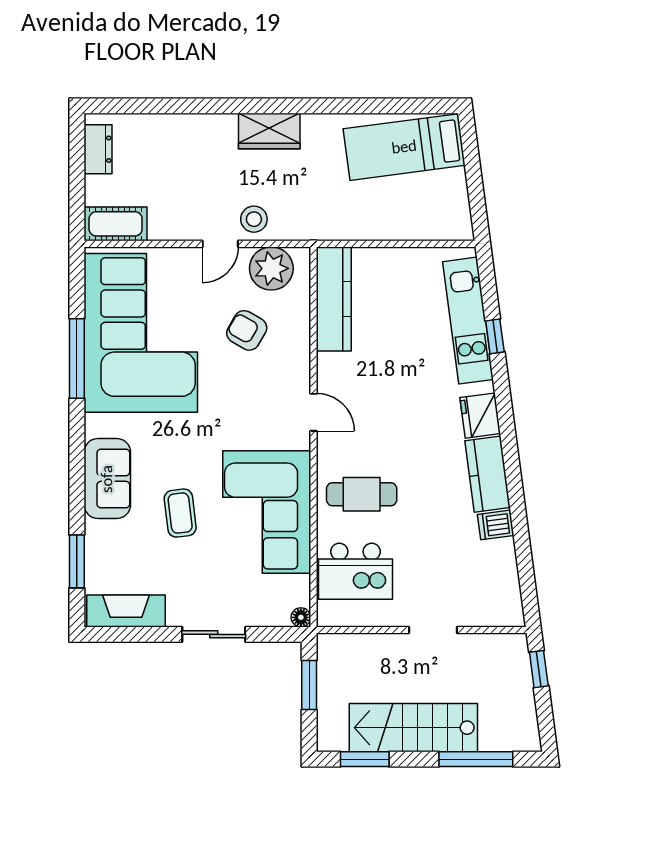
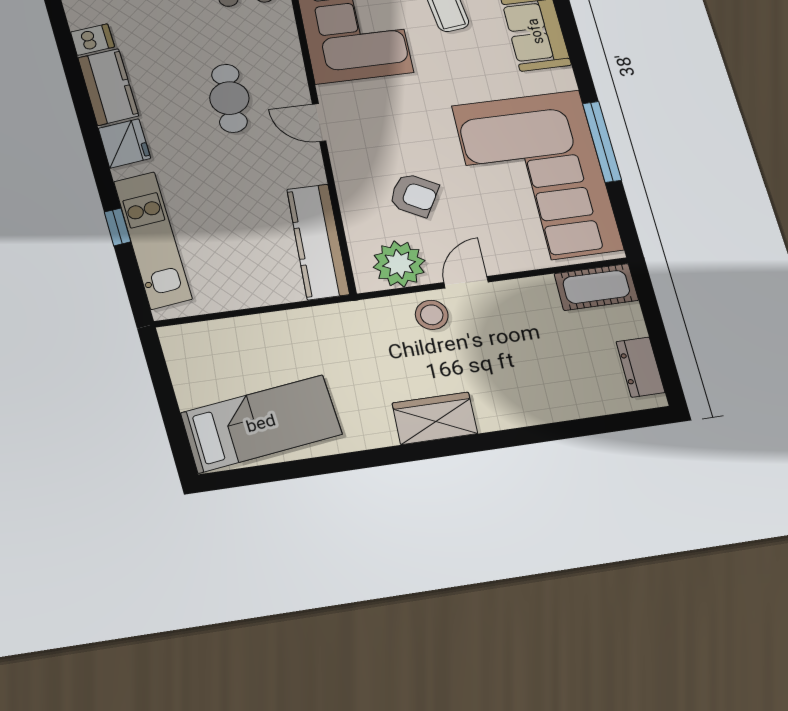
cafe table: (362, 494) -> (229, 98), moved, turned 90

